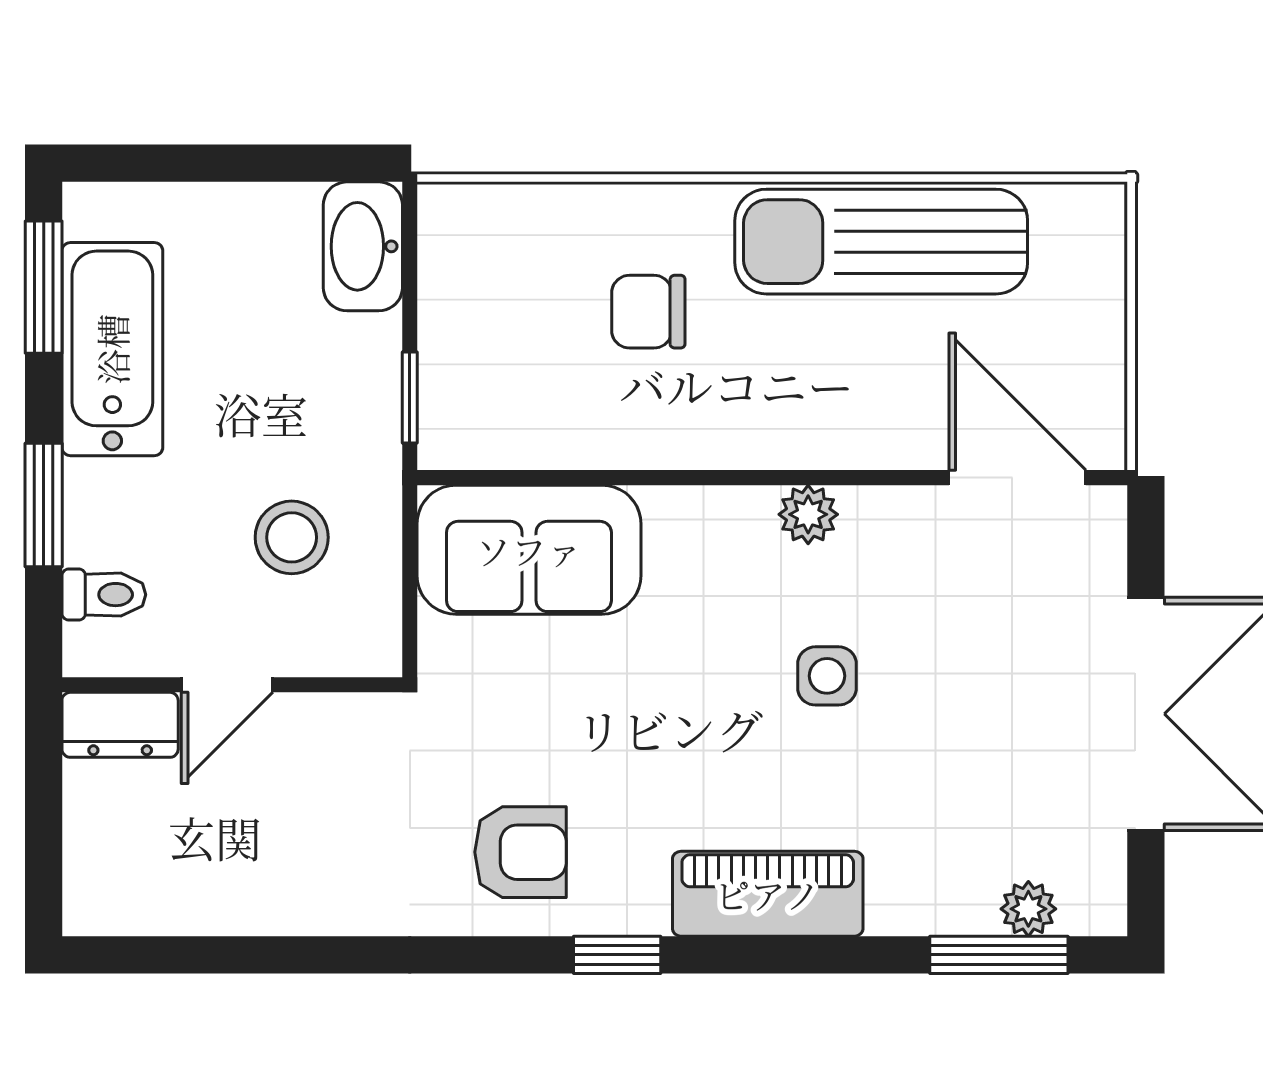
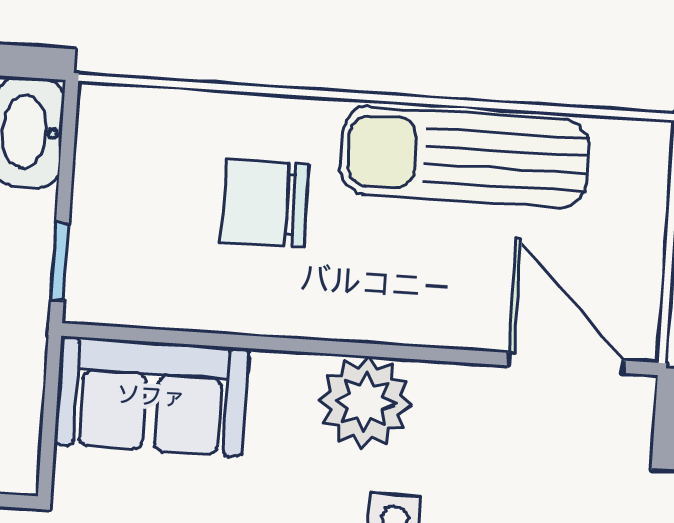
chair: (648, 312) -> (265, 203), width x1.37, depth x1.37
plant: (808, 514) -> (365, 402), width x1.88, depth x1.88

